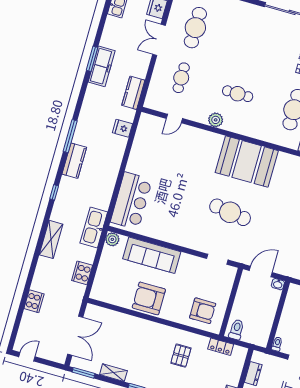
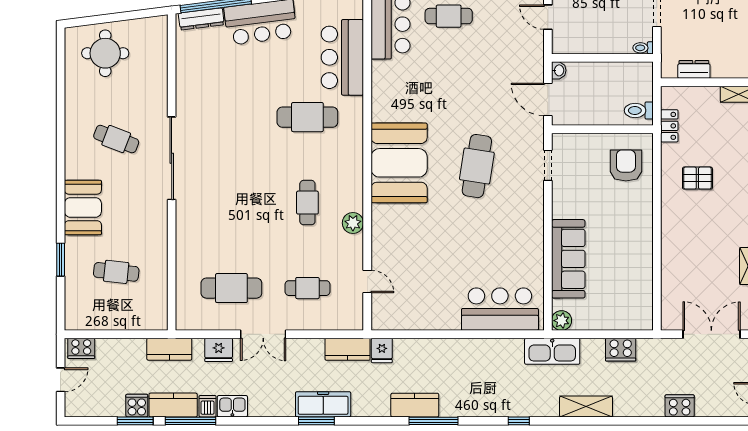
fridge: (122, 128) -> (382, 350), moved
kitchen counter: (74, 161) -> (415, 405), moved
armchair: (149, 298) -> (630, 246), removed

